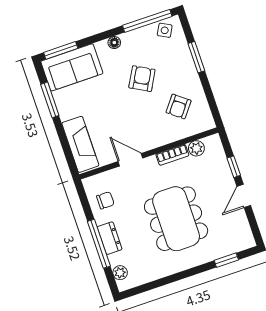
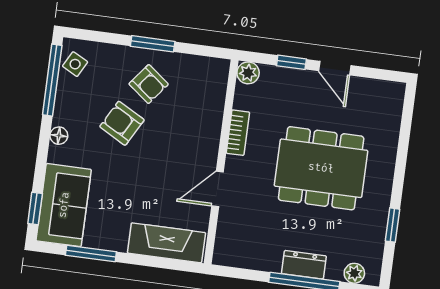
window: (61, 50) -> (35, 208), width x0.67
window: (196, 57) -> (153, 44), moved
armchair: (179, 106) -> (149, 84), moved
plant: (196, 148) -> (248, 73), moved
chair: (105, 200) -> (253, 246), removed
window: (226, 260) -> (393, 225), moved

